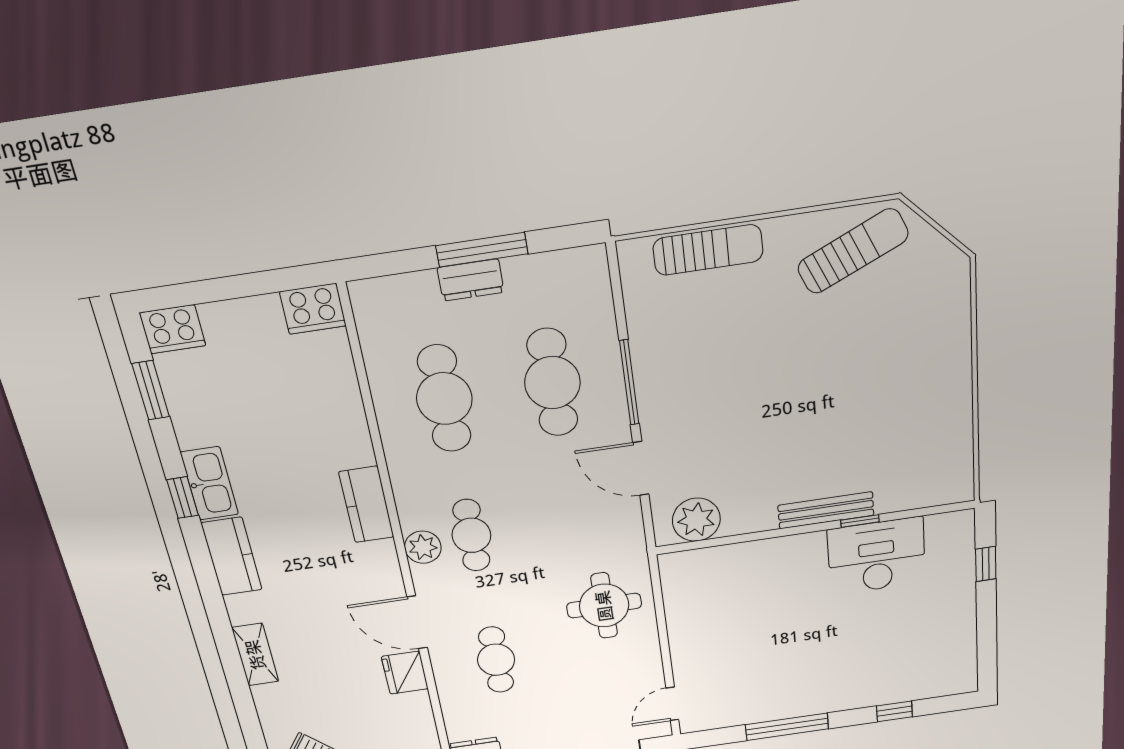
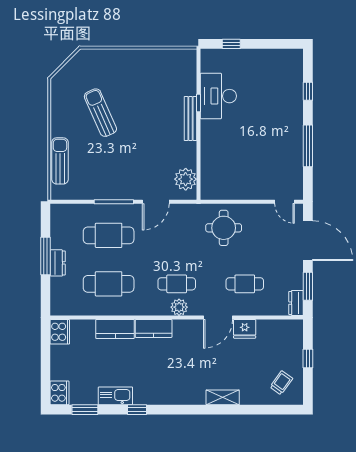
sun lounger: (853, 251) -> (100, 113), moved
kitchen sink: (210, 483) -> (115, 396), moved
kitchen counter: (232, 556) -> (115, 329), moved, turned 180

